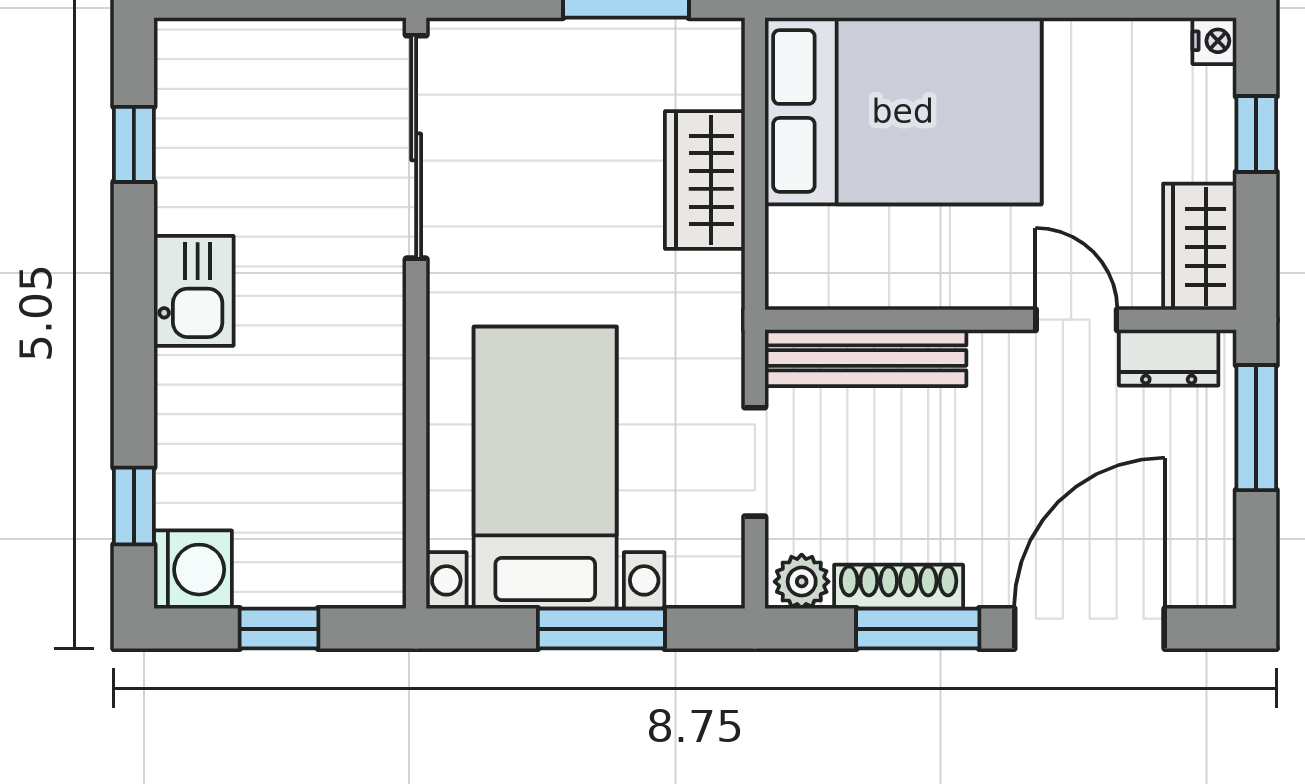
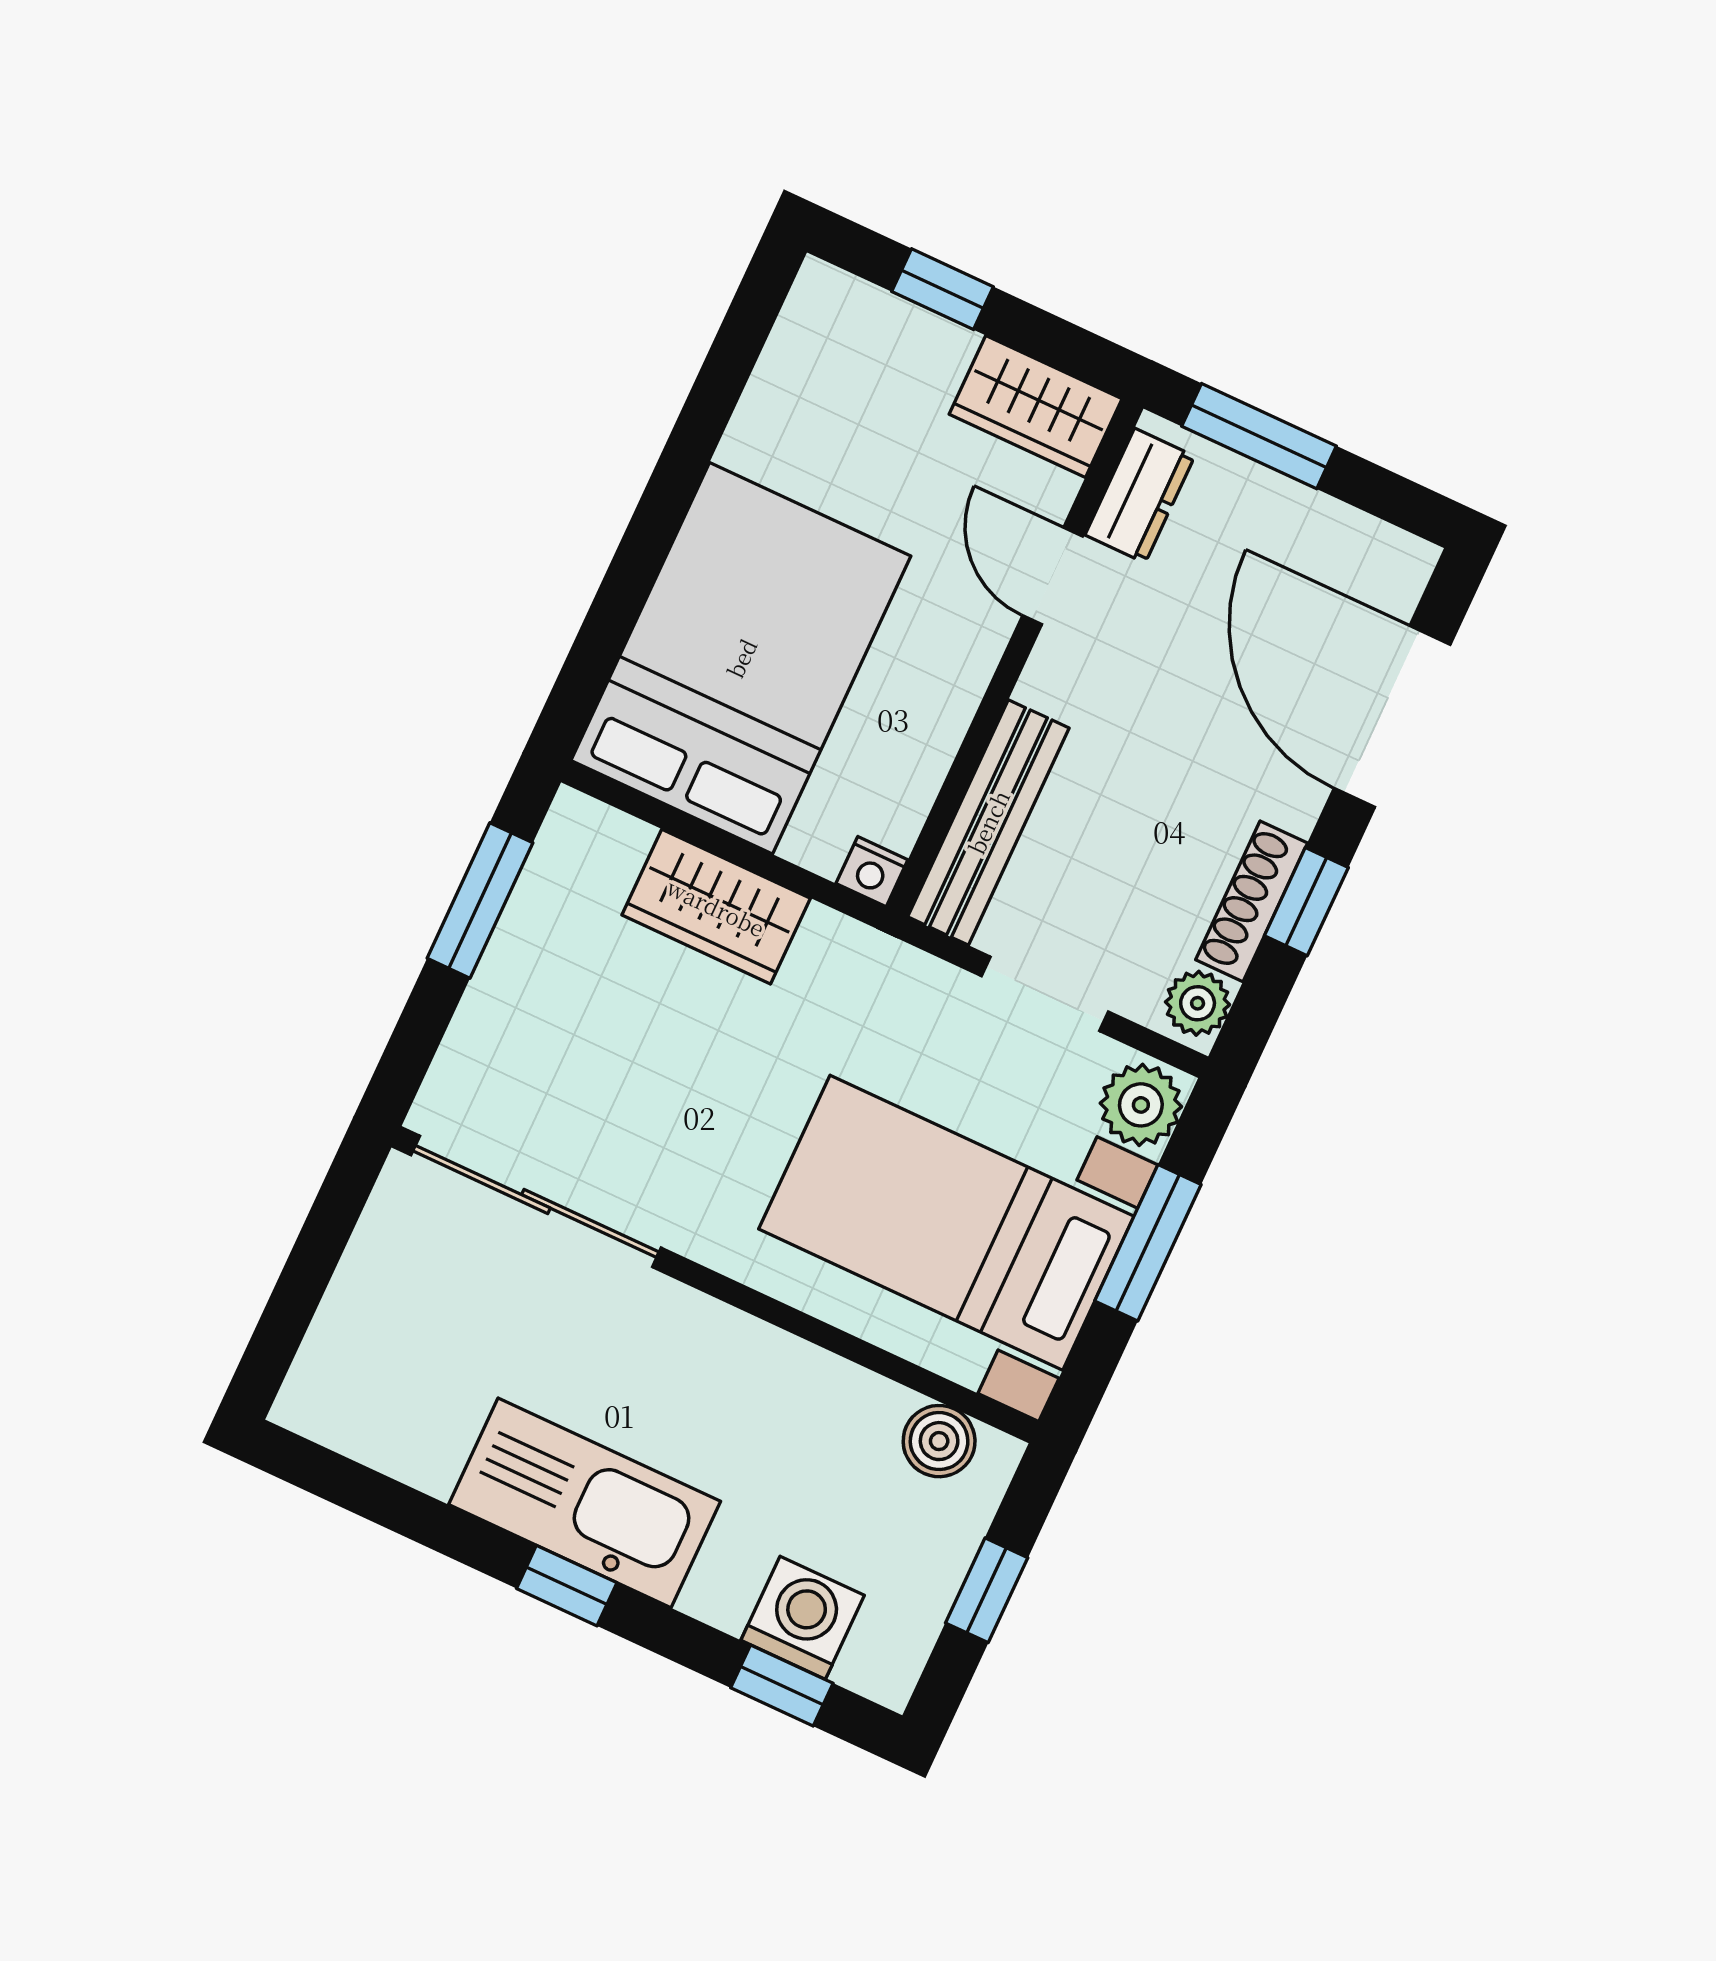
nightstand: (1214, 41) -> (872, 872), moved, turned 180
window: (134, 144) -> (567, 1586), moved
kitchen sink: (194, 291) -> (585, 1503), width x1.87, depth x1.24
door: (1076, 320) -> (1053, 576), hinge flipped
boiler: (376, 539) -> (939, 1441), added
washing machine: (193, 570) -> (803, 1618), moved
plant: (704, 574) -> (1141, 1105), added
window: (918, 629) -> (1306, 902), width x0.67

